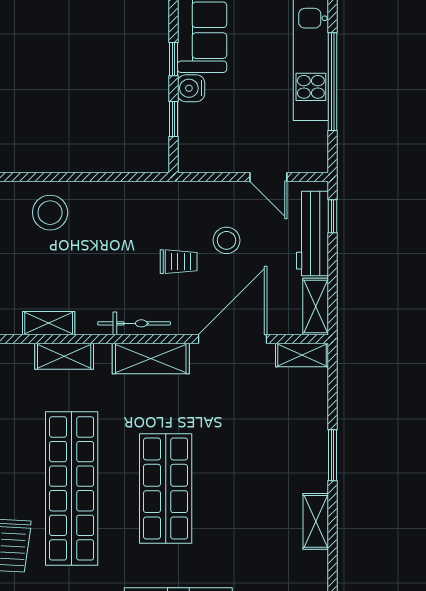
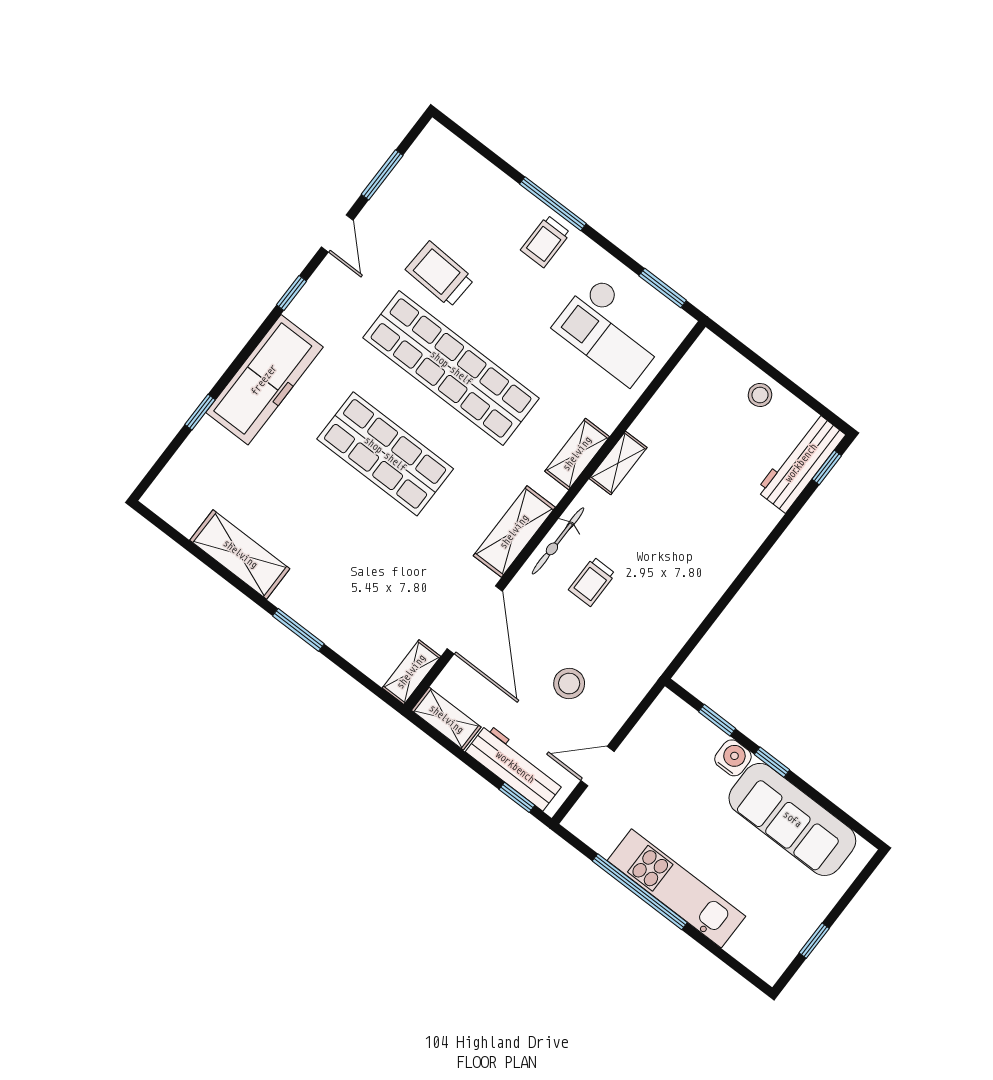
stool: (50, 213) -> (718, 542), removed
trolley: (179, 262) -> (592, 582), moved
shelving: (316, 521) -> (240, 554), width x1.50, depth x1.33

